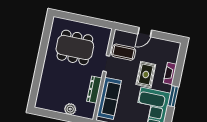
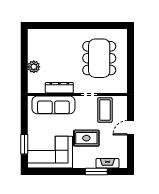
door: (145, 32) -> (131, 128), hinge flipped
fireplace: (170, 73) -> (107, 163), moved
window: (173, 96) -> (96, 171), moved

